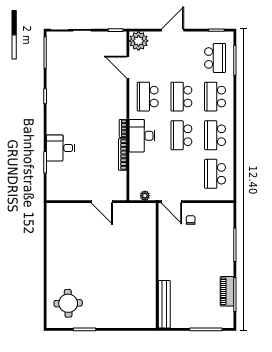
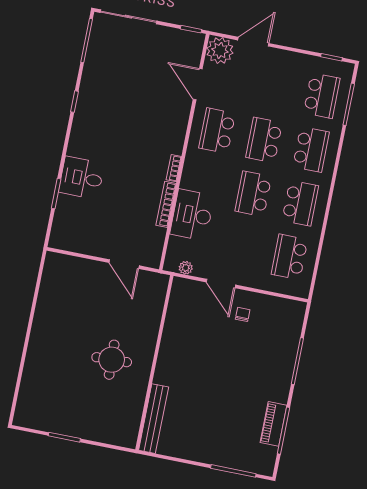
door: (173, 30) -> (253, 42), moved
school desk: (215, 97) -> (311, 149), turned 180
school desk: (215, 135) -> (300, 203), turned 180
desk: (142, 136) -> (192, 215), moved
wall: (157, 265) -> (154, 363), moved
round table: (68, 303) -> (112, 360), moved
bench: (164, 304) -> (154, 419), moved

